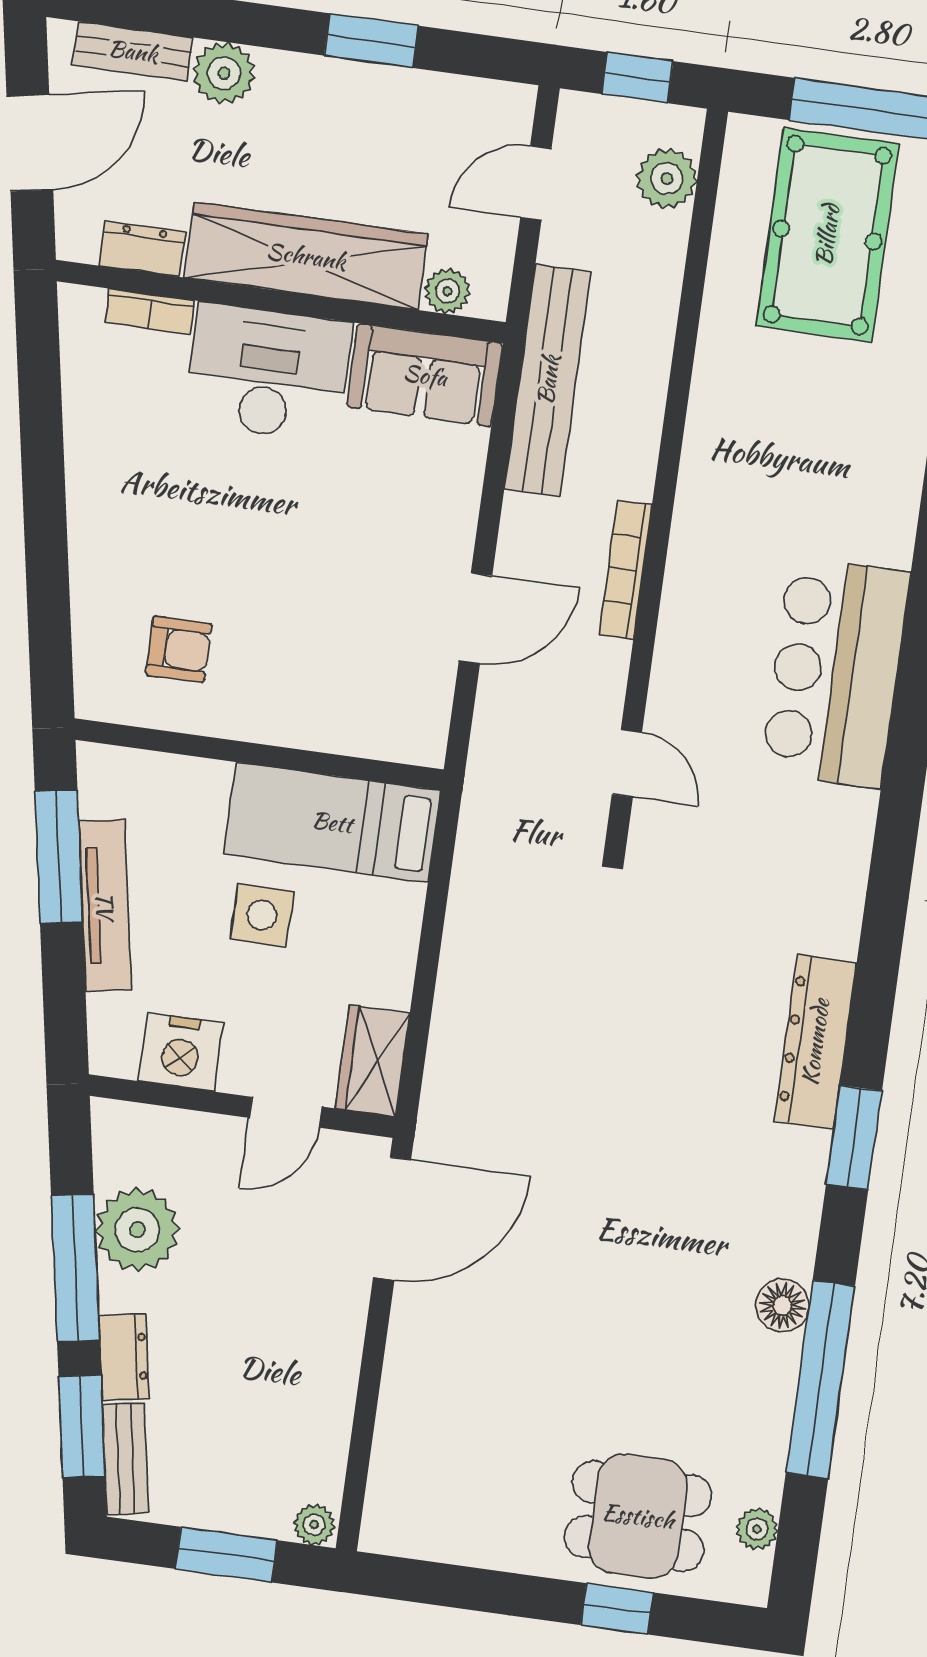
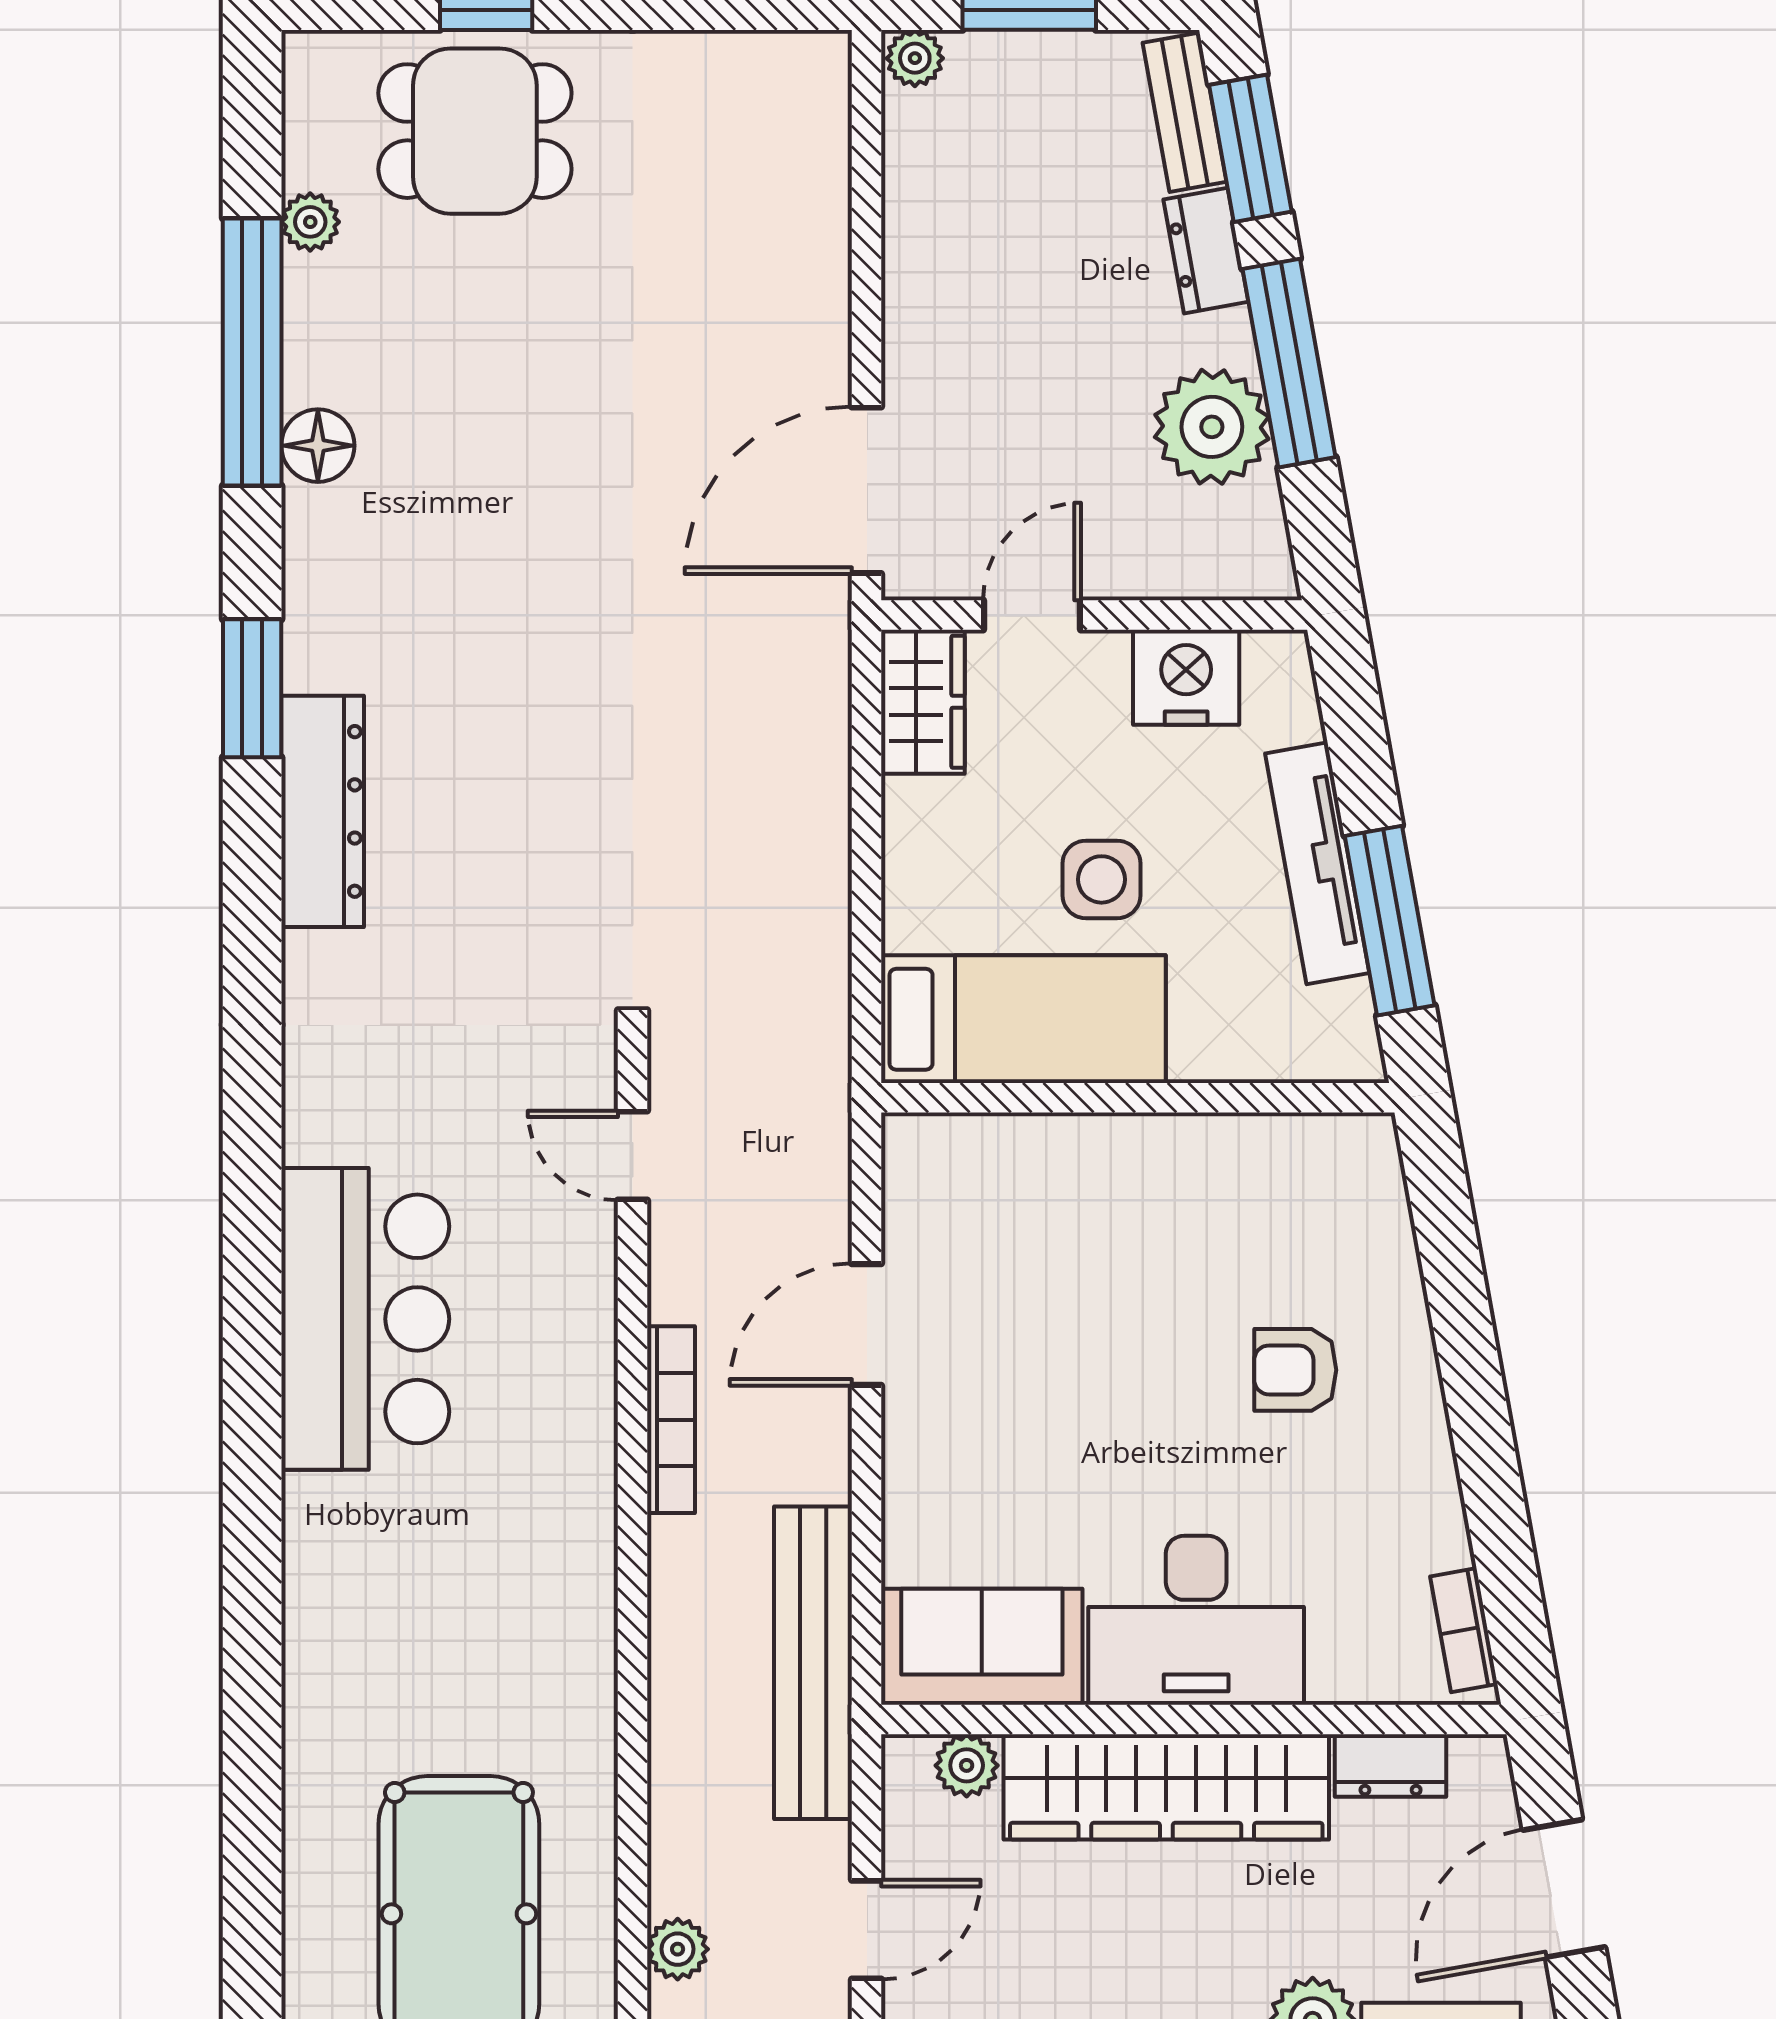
plant: (667, 178) -> (678, 1949), width x0.73, depth x0.73
bookcase: (150, 311) -> (1464, 1630), moved, turned -100
armchair: (179, 649) -> (1295, 1370), moved
plant: (757, 1529) -> (310, 222), moved

